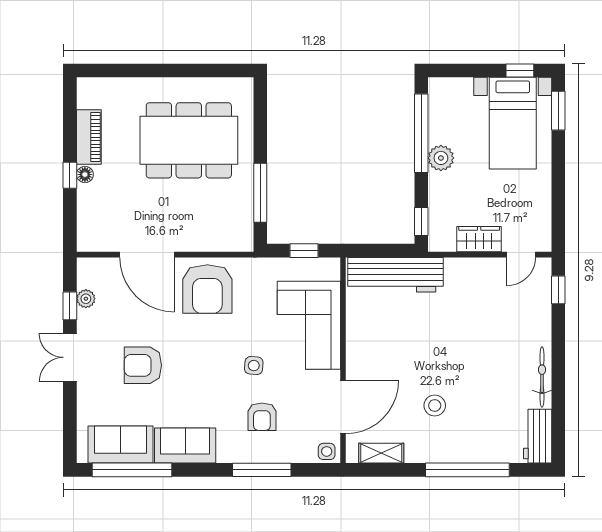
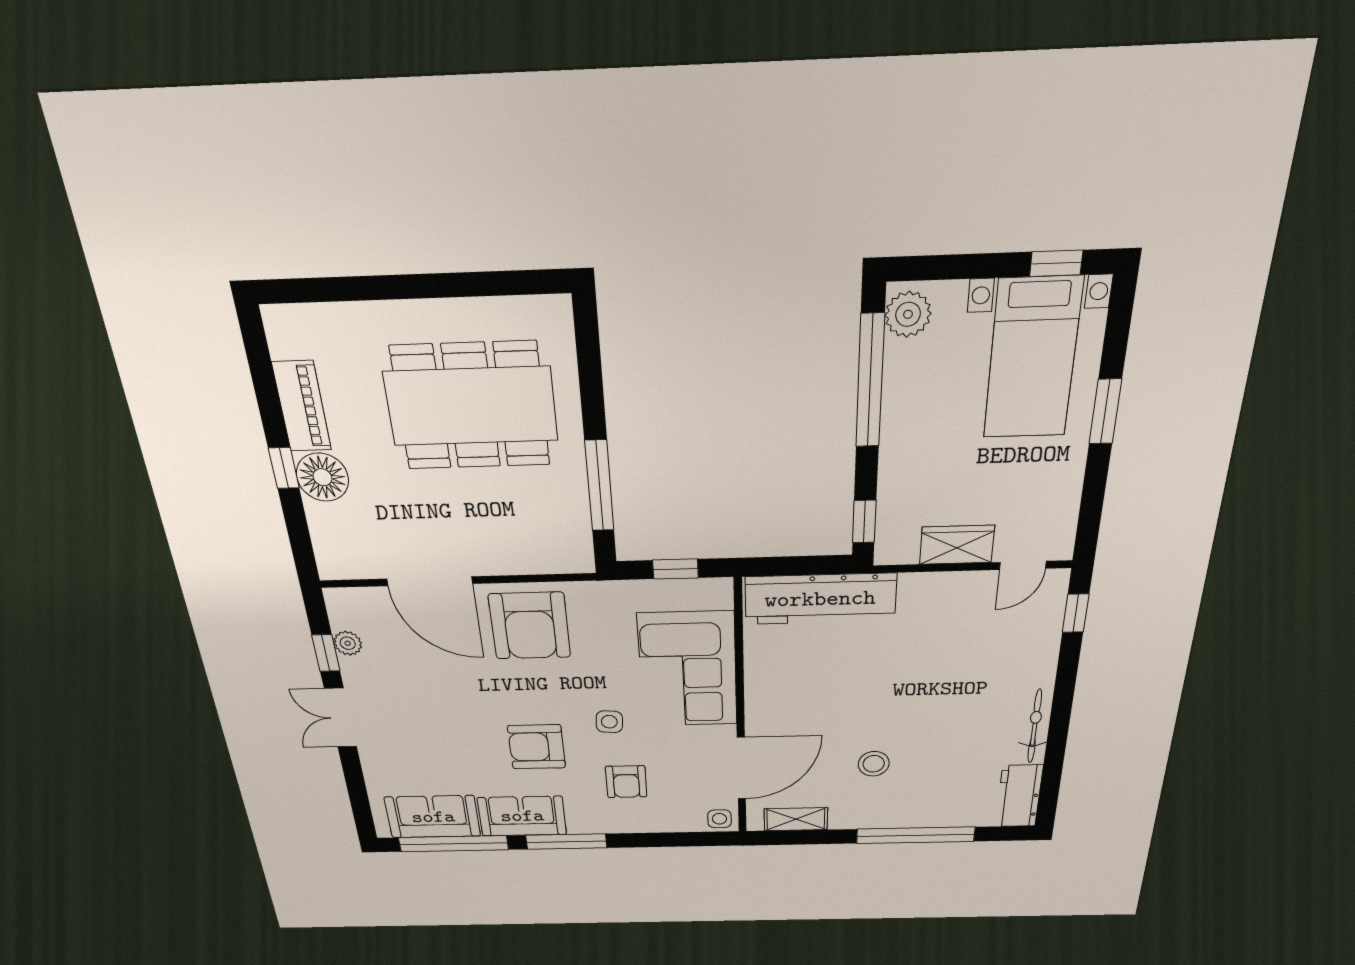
window: (558, 111) -> (1105, 412), moved
plant: (441, 158) -> (908, 314), moved
floor lamp: (85, 175) -> (322, 477), width x1.89, depth x1.89
armchair: (143, 365) -> (537, 747), moved
window: (262, 470) -> (566, 842), moved

